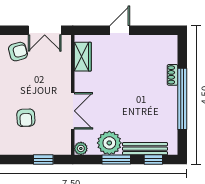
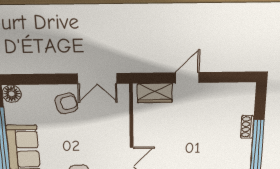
wardrobe: (83, 57) -> (155, 93), moved, turned 90

